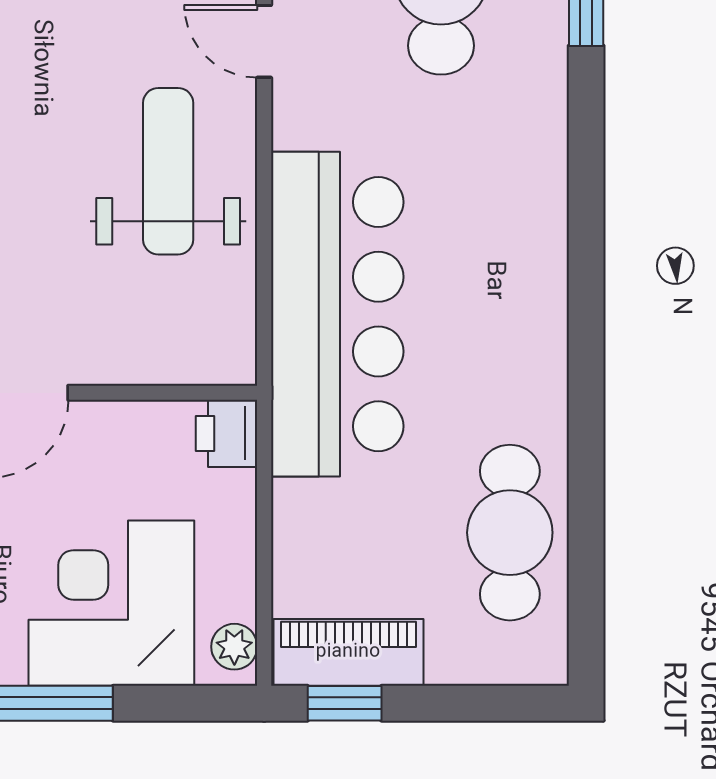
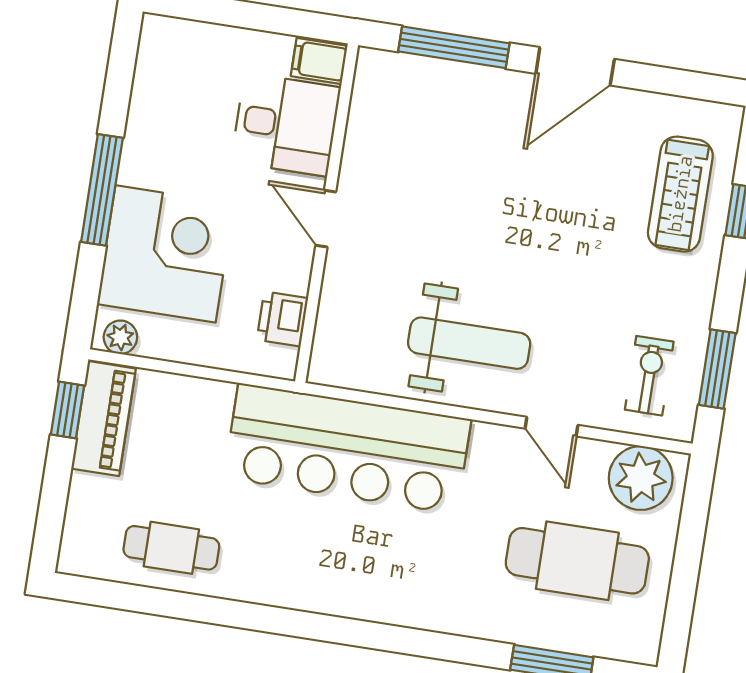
door: (264, 41) -> (552, 427), swing flipped
printer: (227, 433) -> (282, 319), moved, turned -90
cafe table: (510, 533) -> (171, 548), width x0.73, depth x0.74

